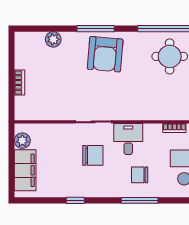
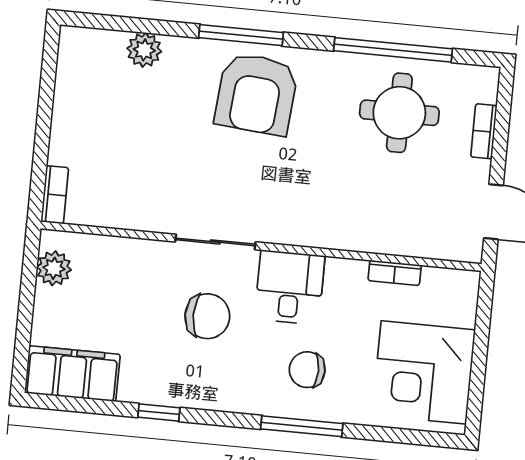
bookcase: (20, 83) -> (55, 195), moved
filing cabinet: (25, 170) -> (72, 374), moved, turned -90

